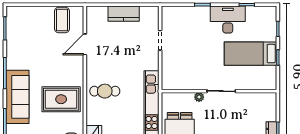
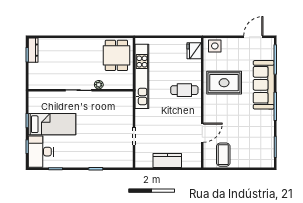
desk: (228, 19) -> (41, 152), moved, turned 90

